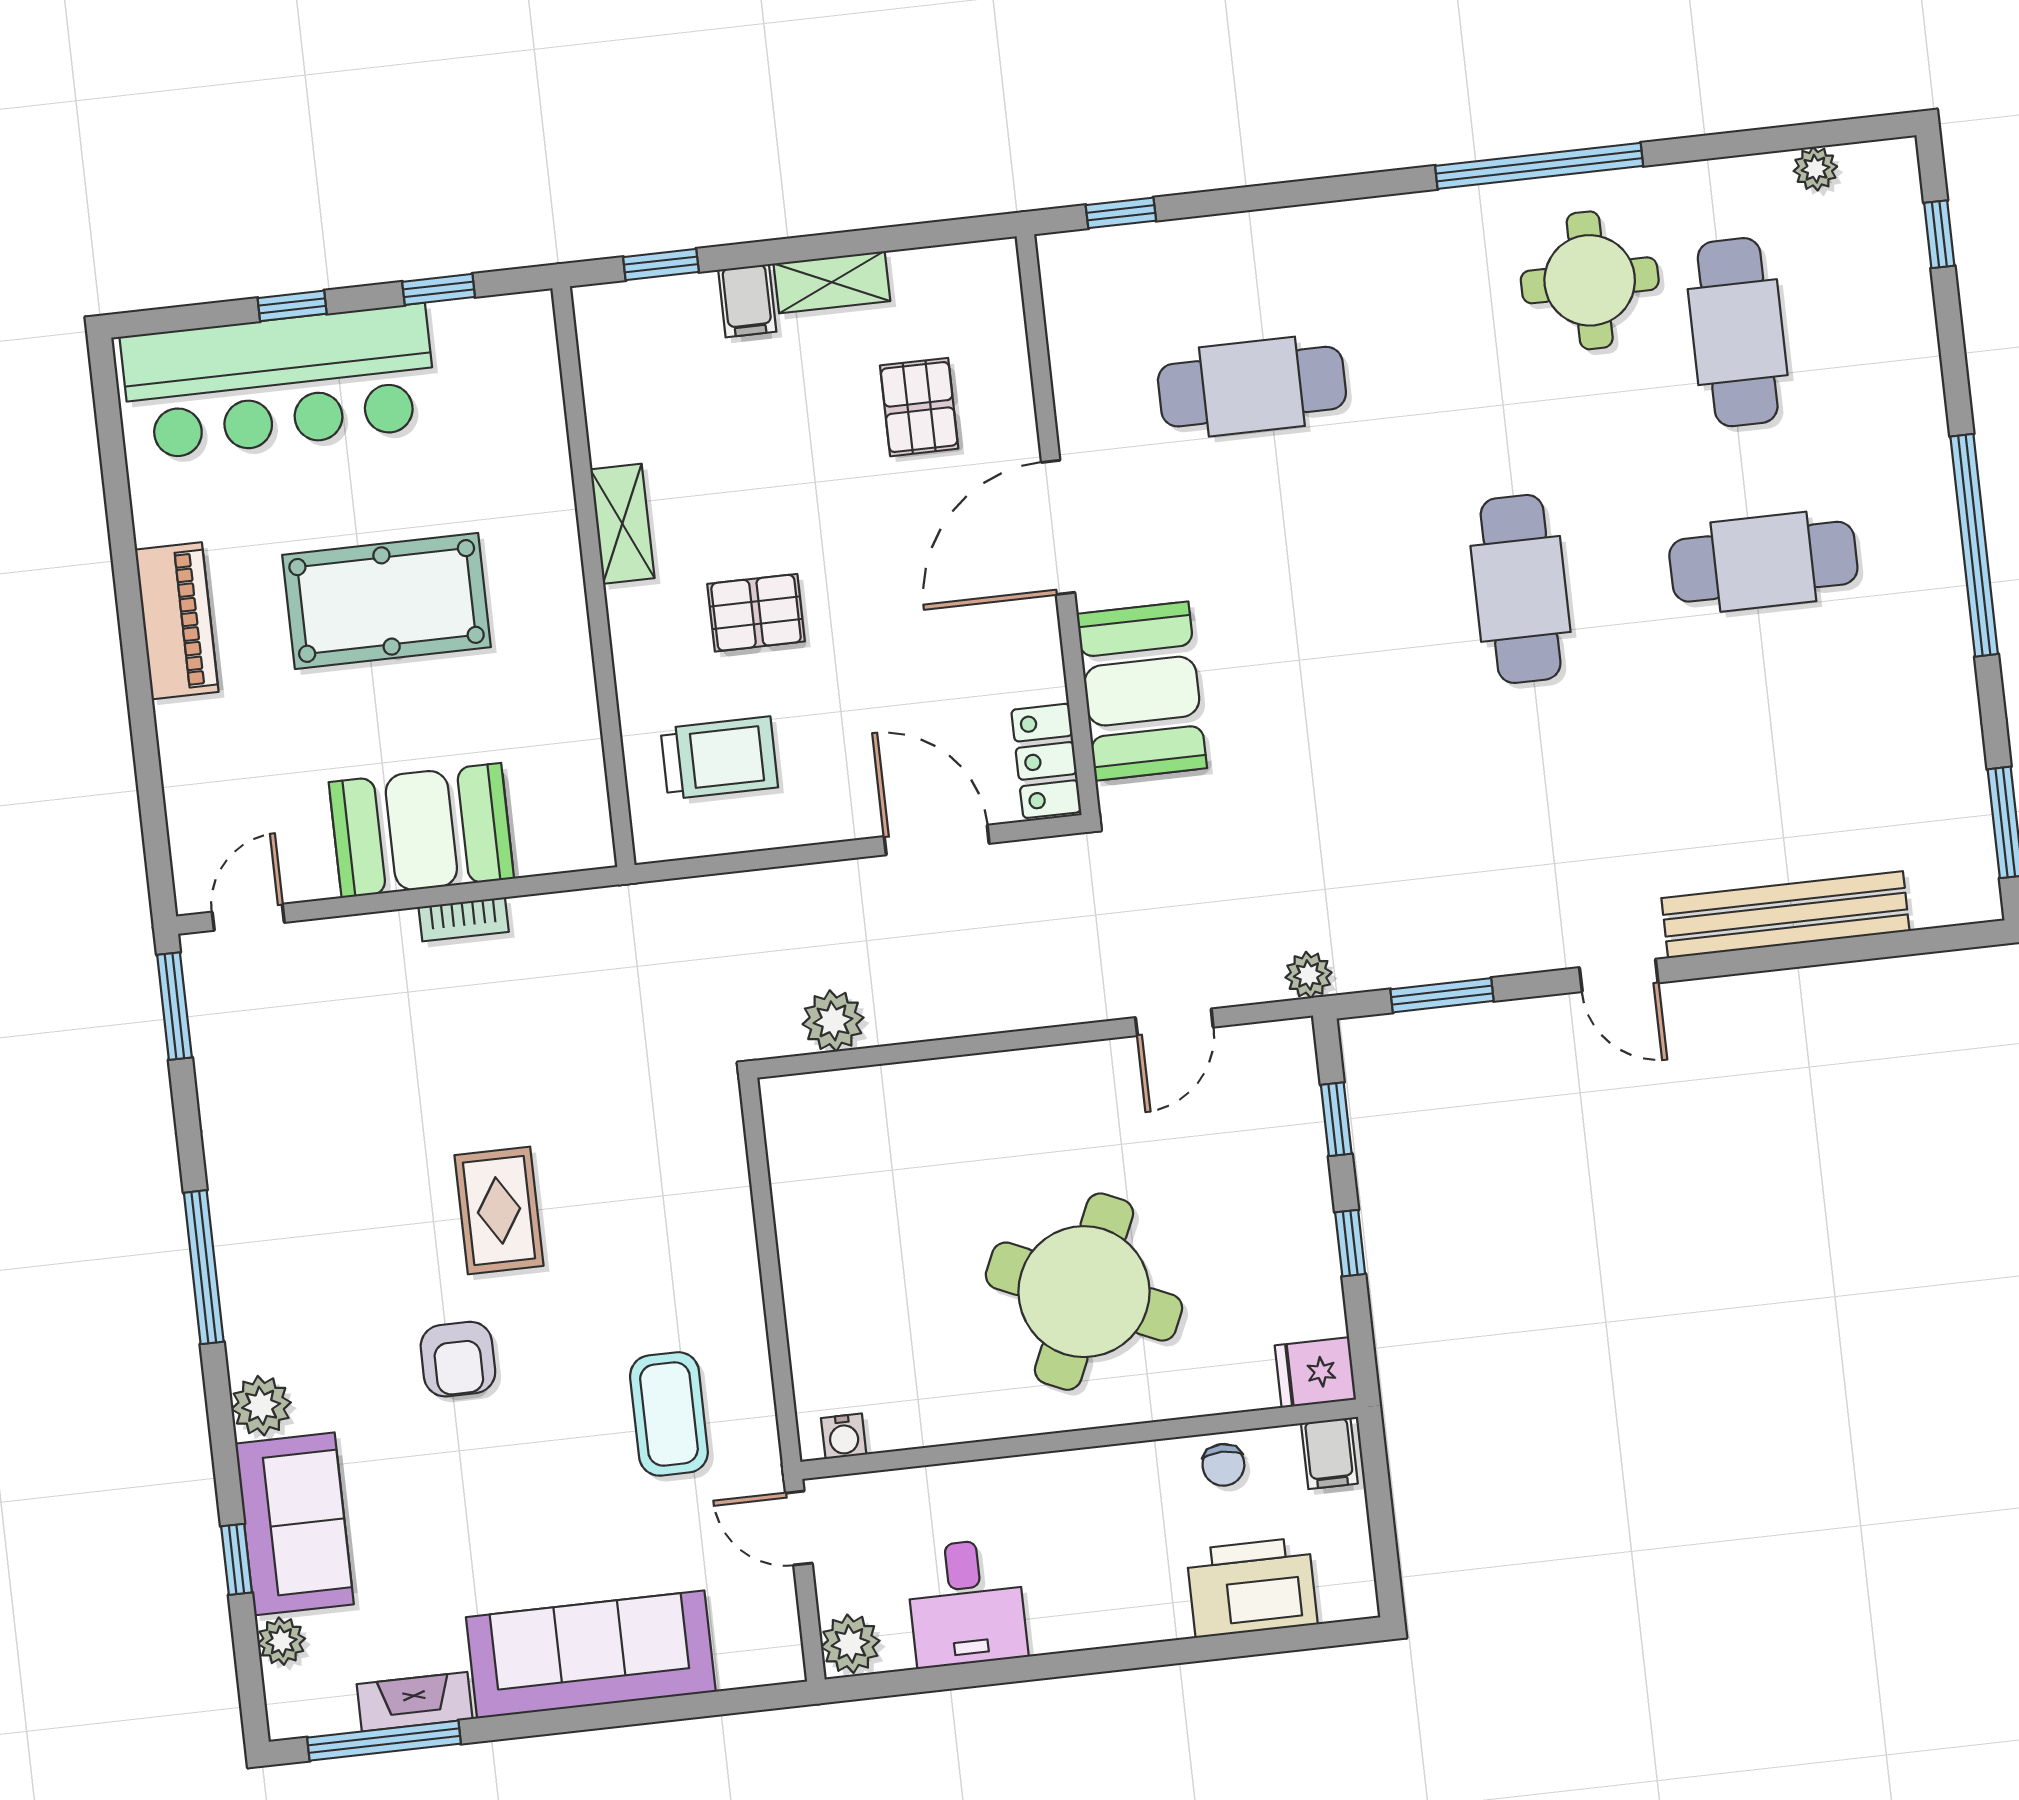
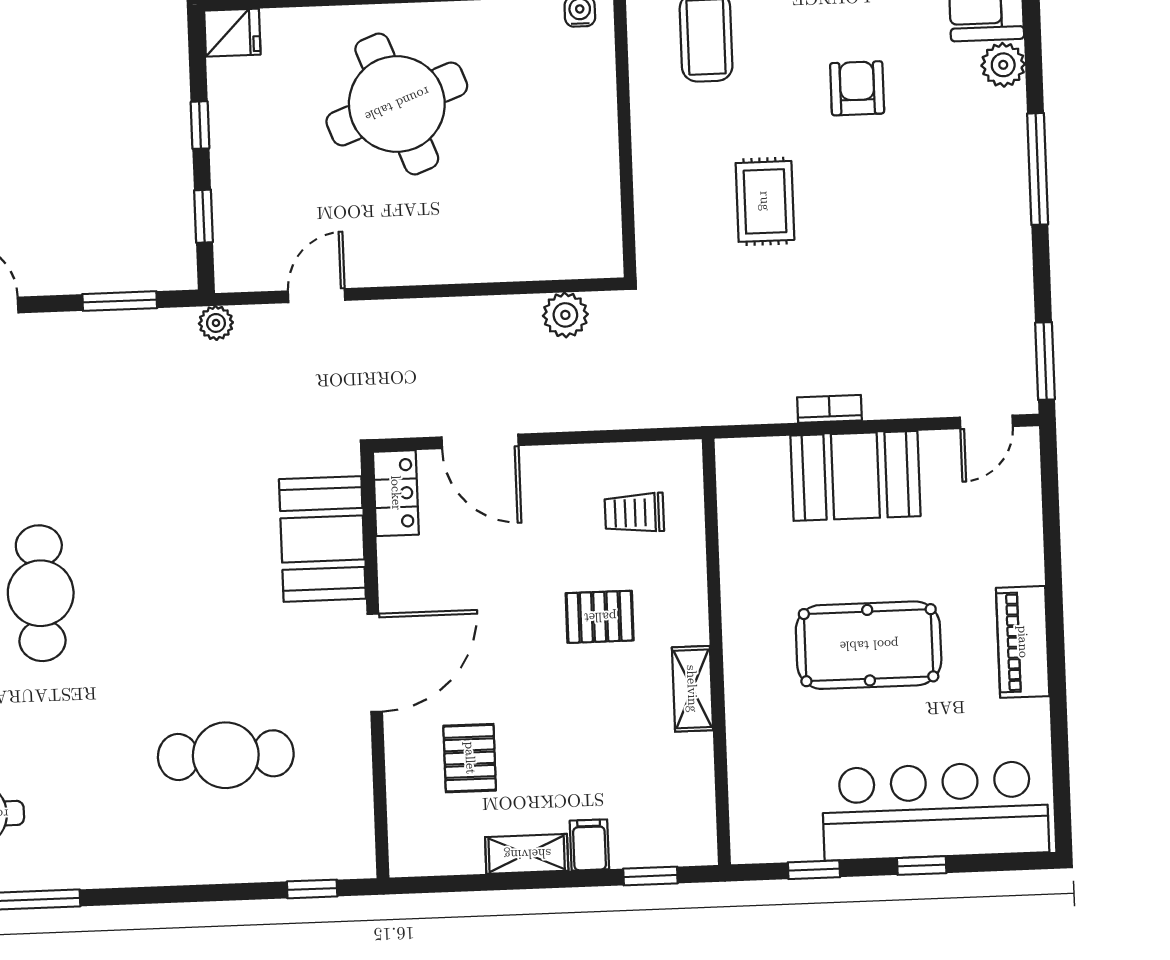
trolley: (719, 758) -> (634, 513), width x0.73, depth x0.72
rug: (499, 1210) -> (765, 201), moved
round table: (1084, 1292) -> (397, 104), turned 45

